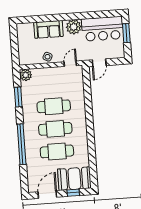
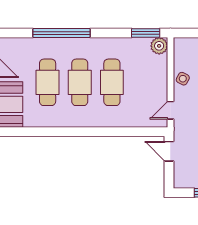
door: (70, 64) -> (170, 110), swing flipped
window: (18, 97) -> (146, 33), moved

